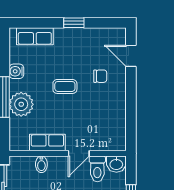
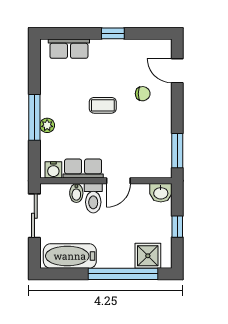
water cooler: (16, 71) -> (53, 170), moved, turned -90
plant: (21, 104) -> (47, 125), width x0.53, depth x0.53
window: (131, 127) -> (177, 151), added
toilet: (97, 169) -> (93, 198), moved

